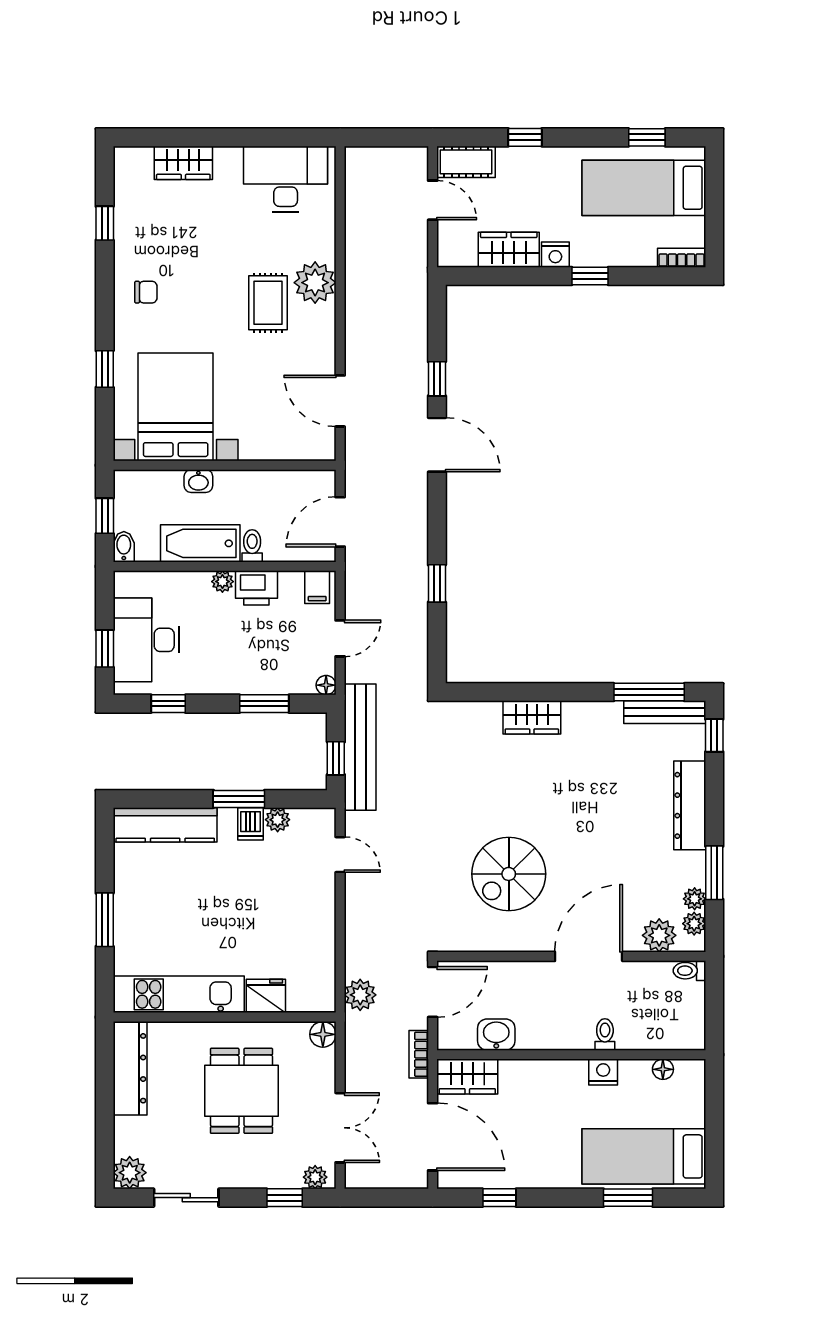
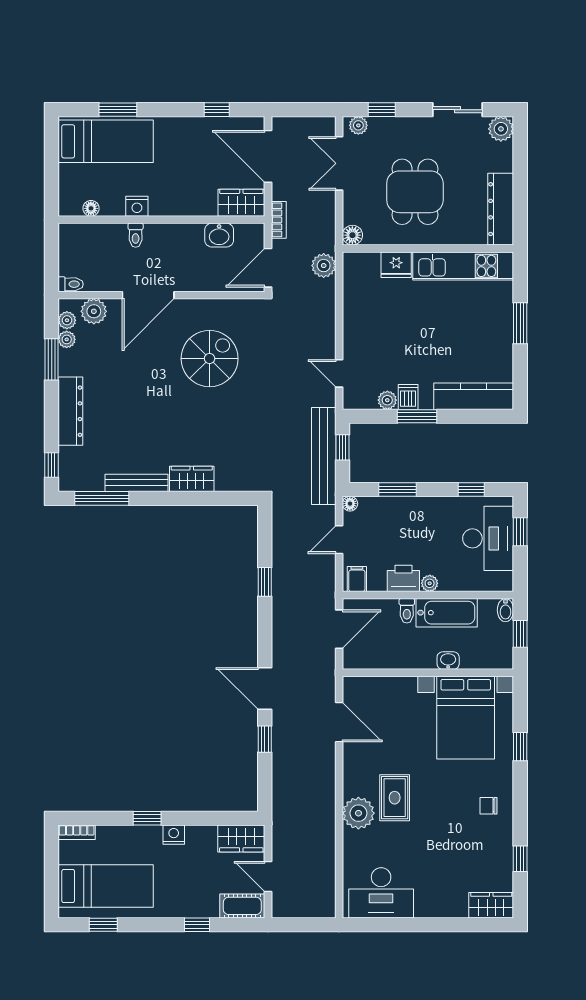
wardrobe: (183, 163) -> (491, 905), moved
wardrobe: (509, 250) -> (241, 838), moved
bench: (665, 712) -> (136, 483), moved

